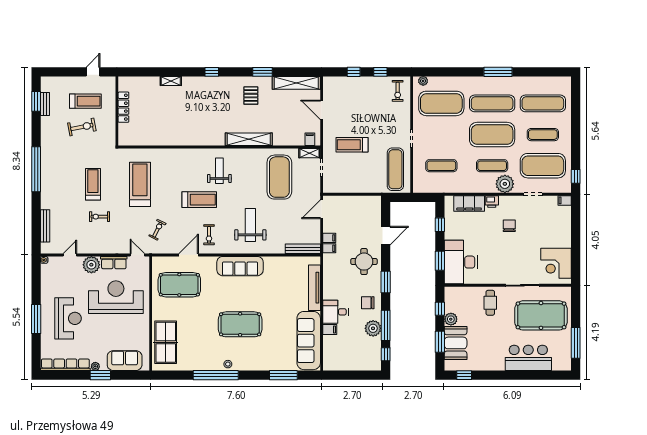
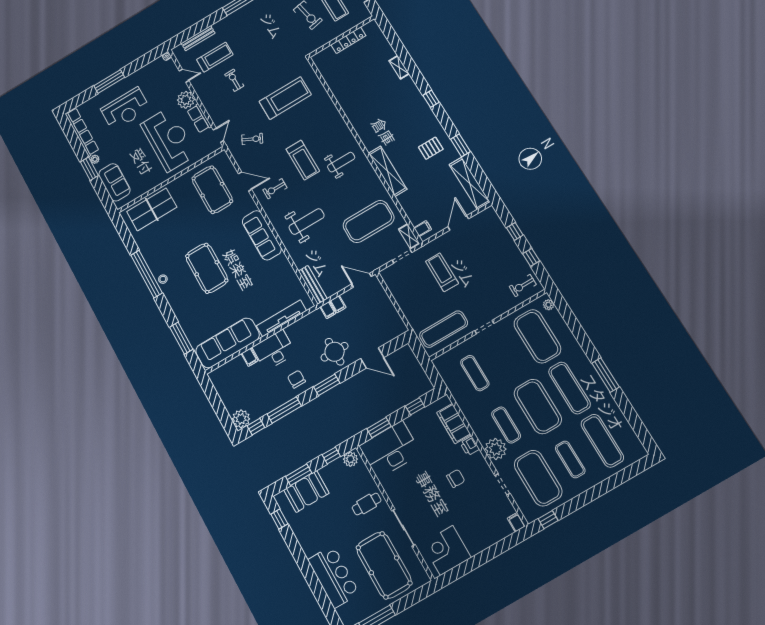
treadmill: (93, 184) -> (215, 57), moved
desk: (336, 312) -> (274, 350), width x1.37
plant: (451, 319) -> (350, 459), moved
plant: (373, 328) -> (241, 419), moved

